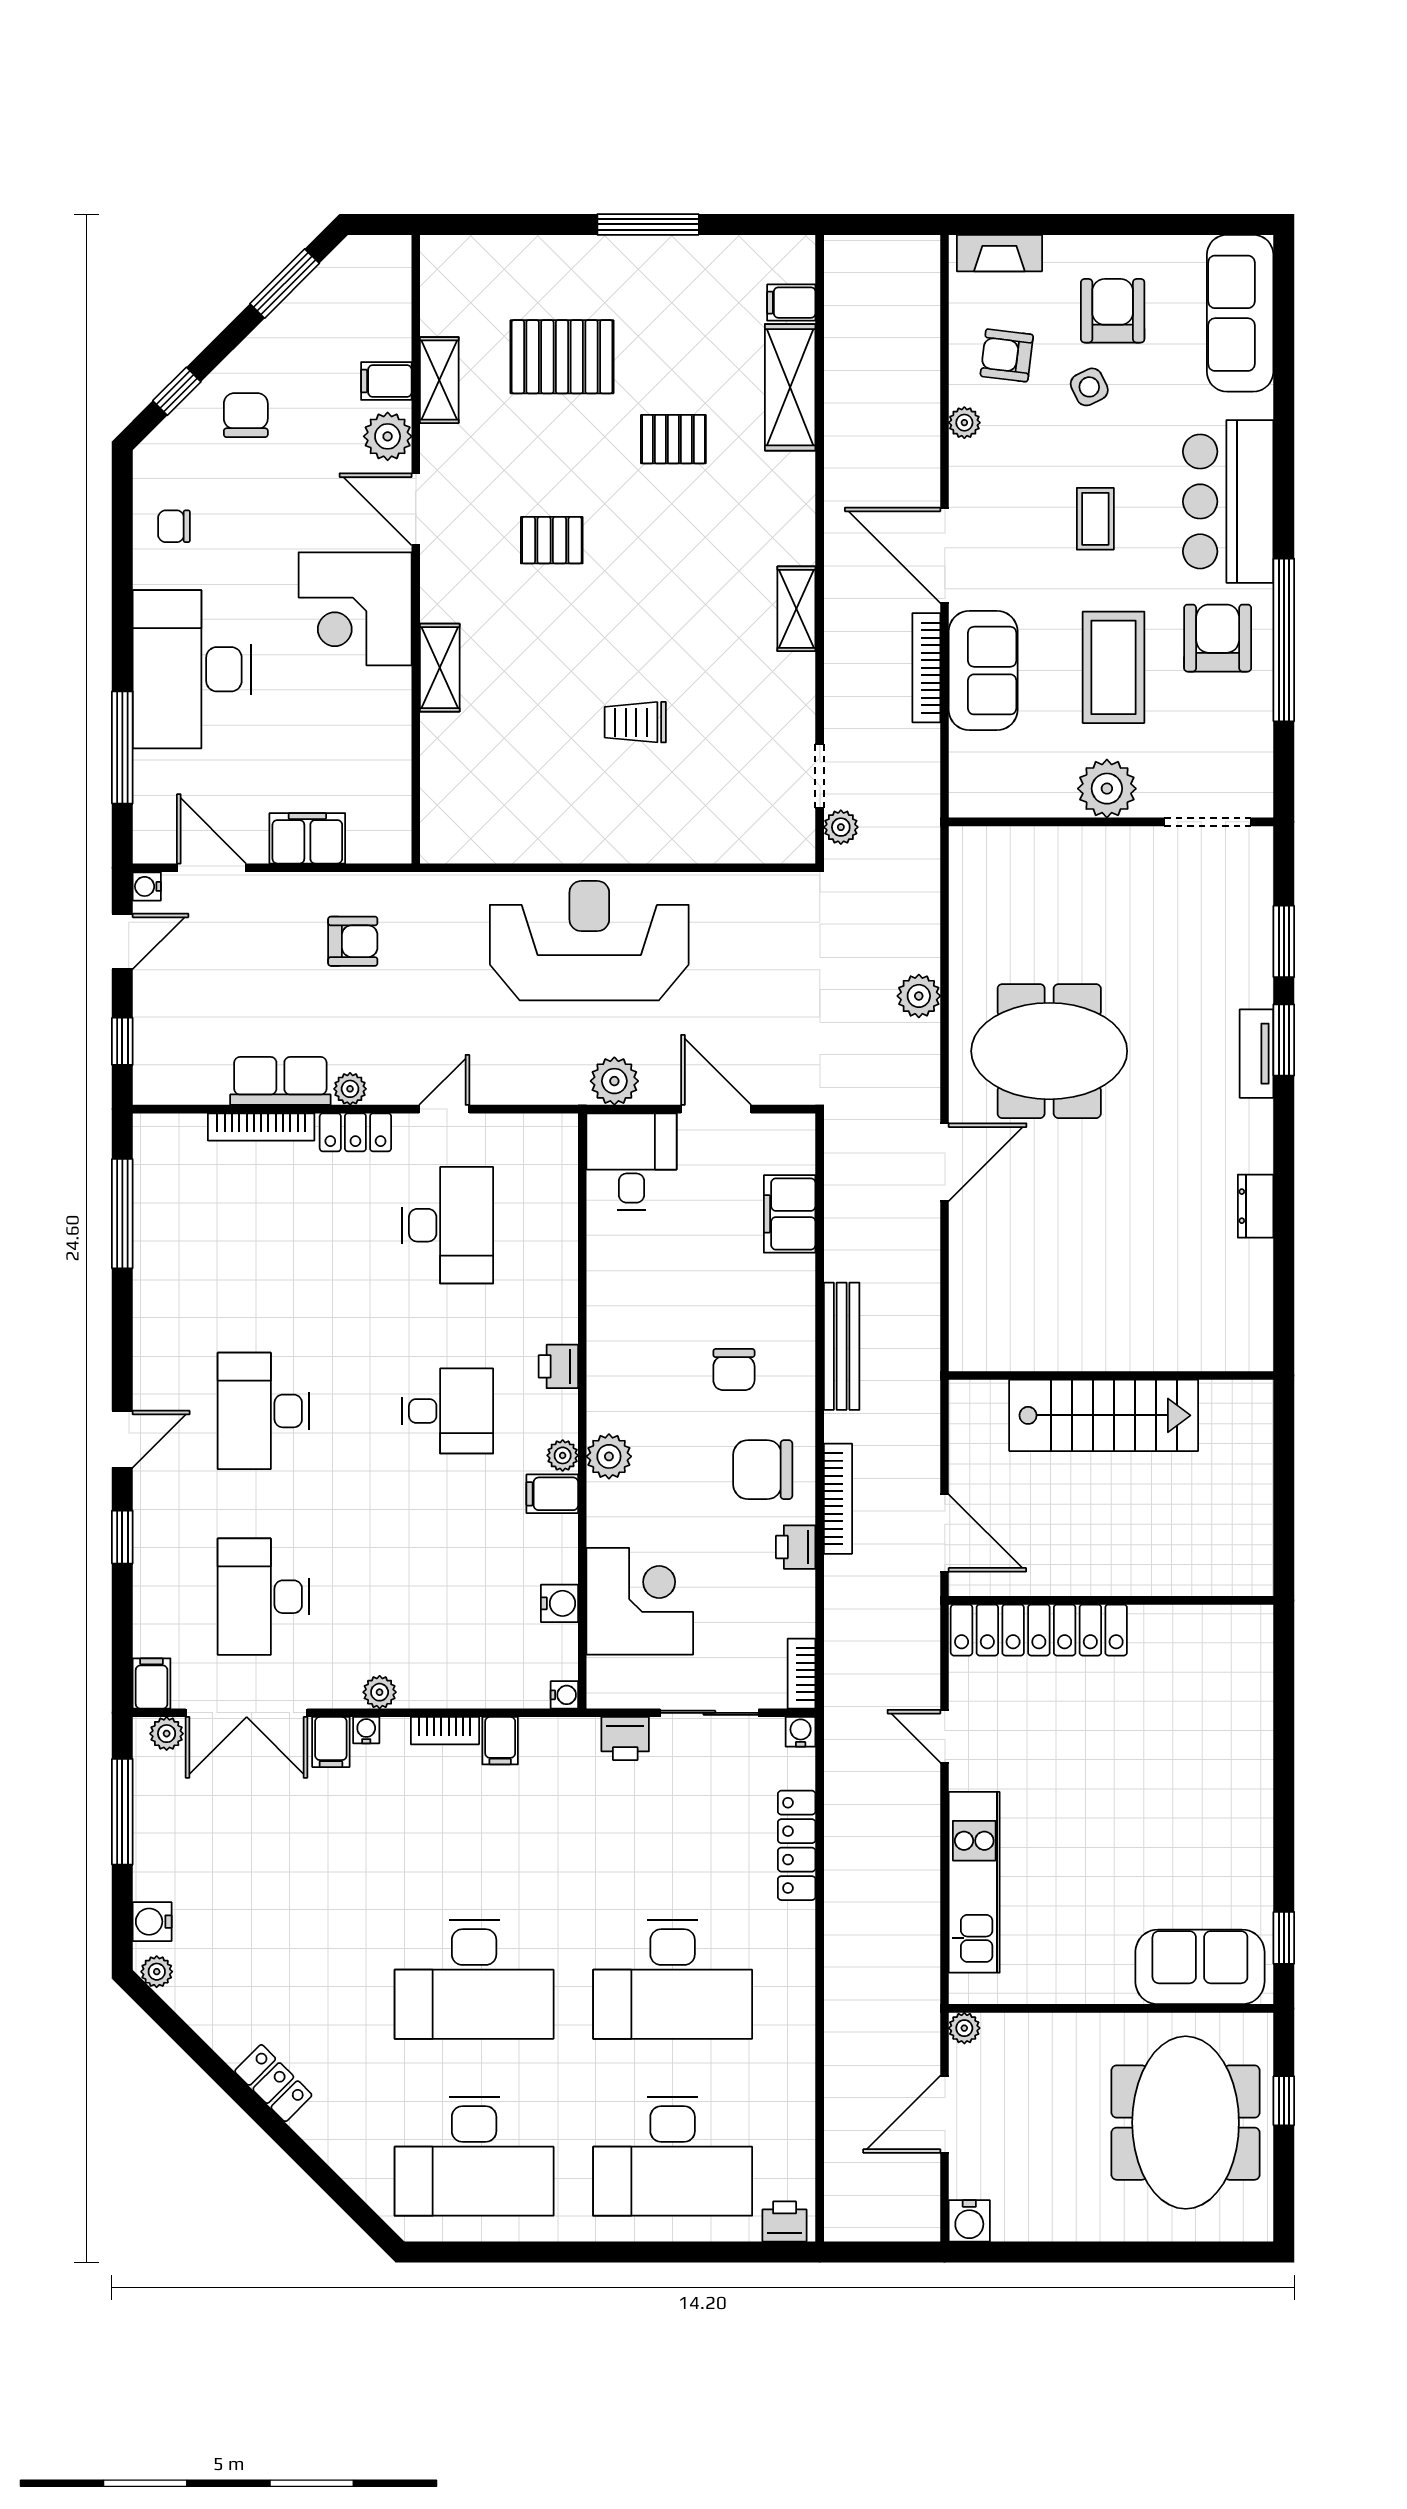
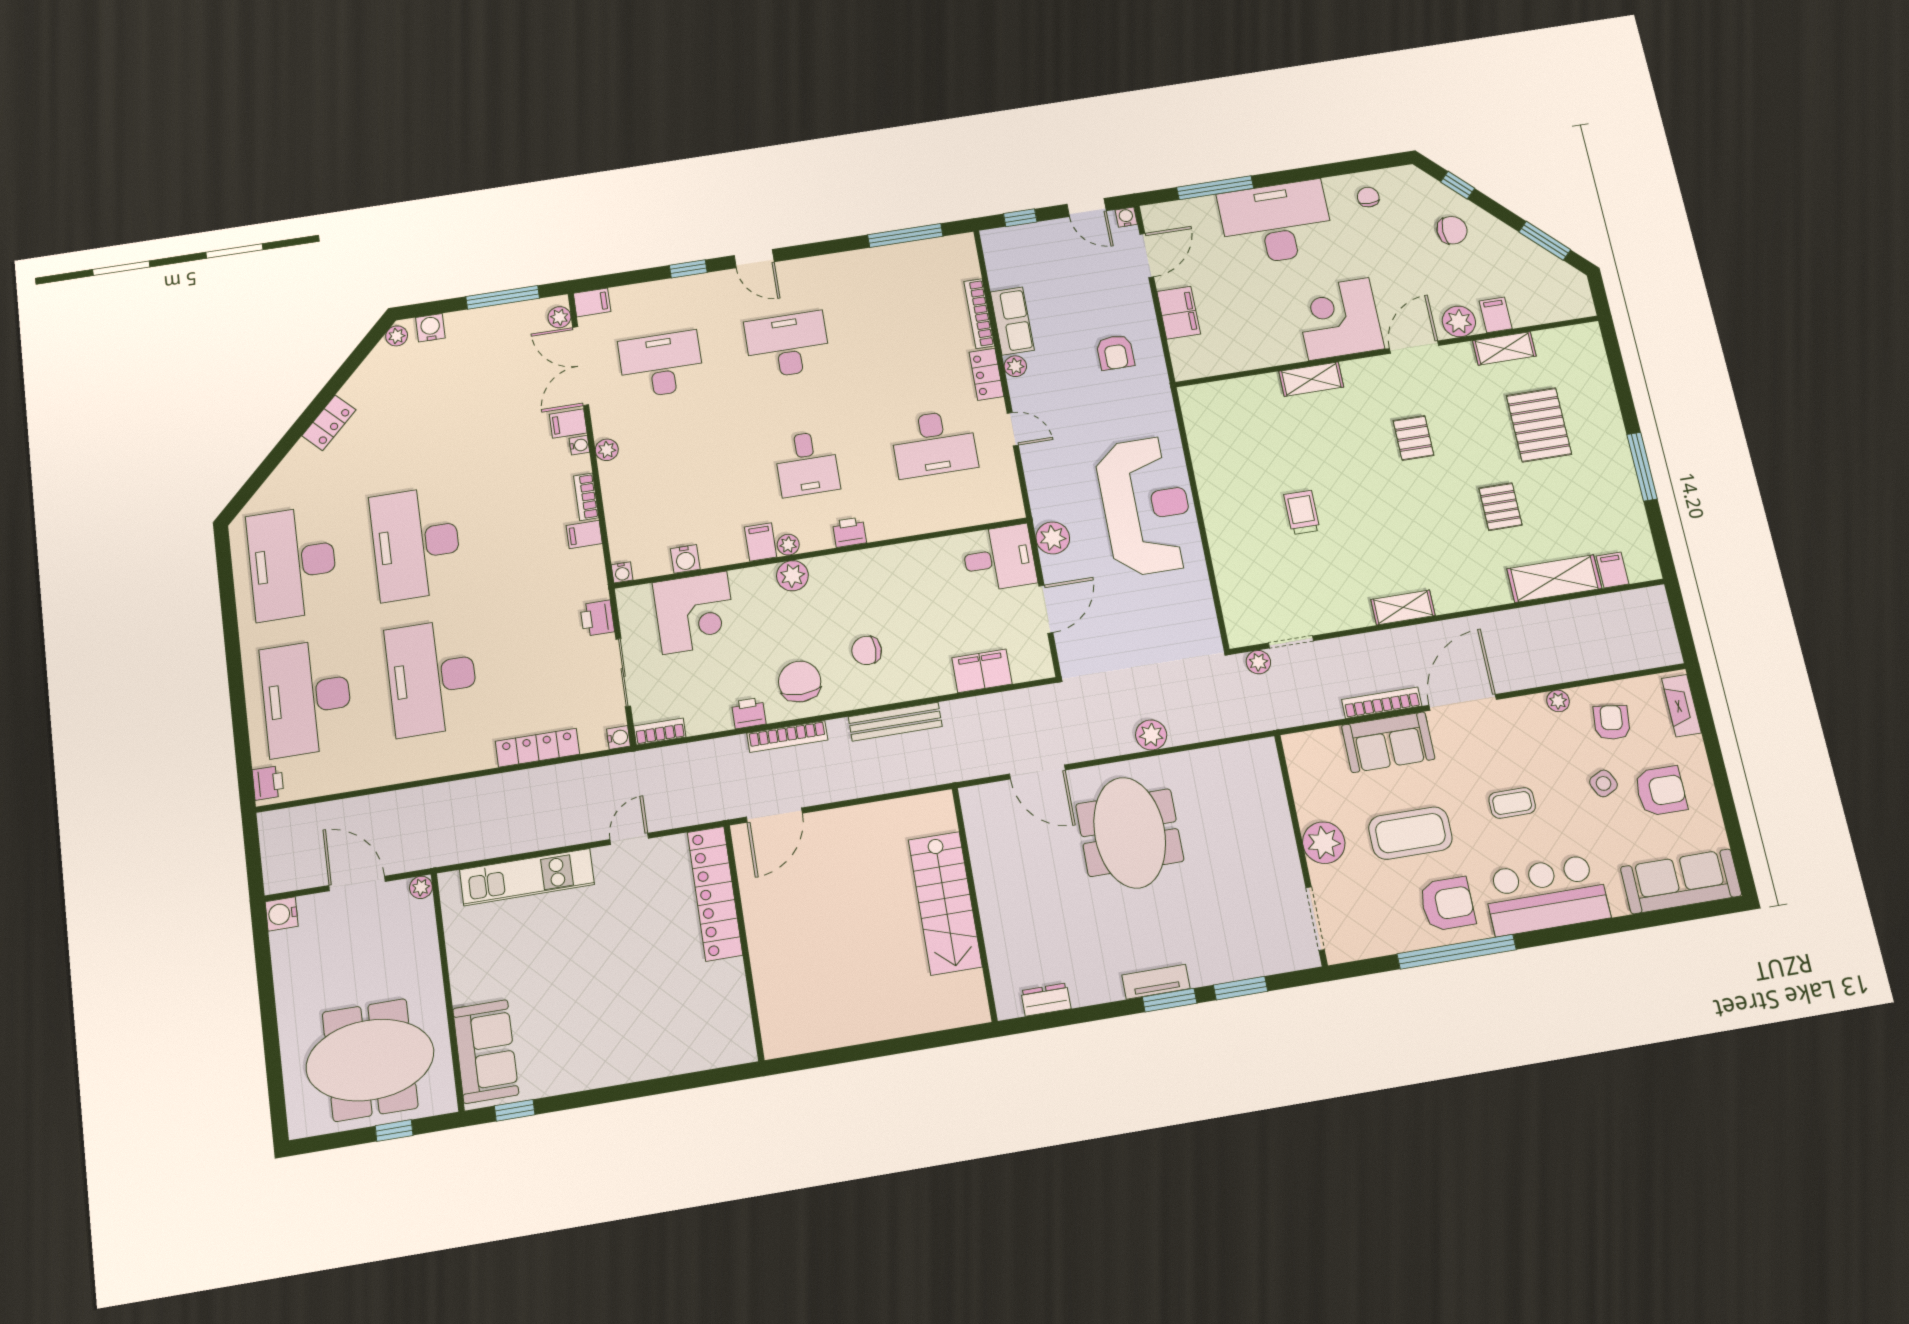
wall: (1111, 1376) -> (975, 904), moved
stairs: (1104, 1415) -> (945, 903), moved

